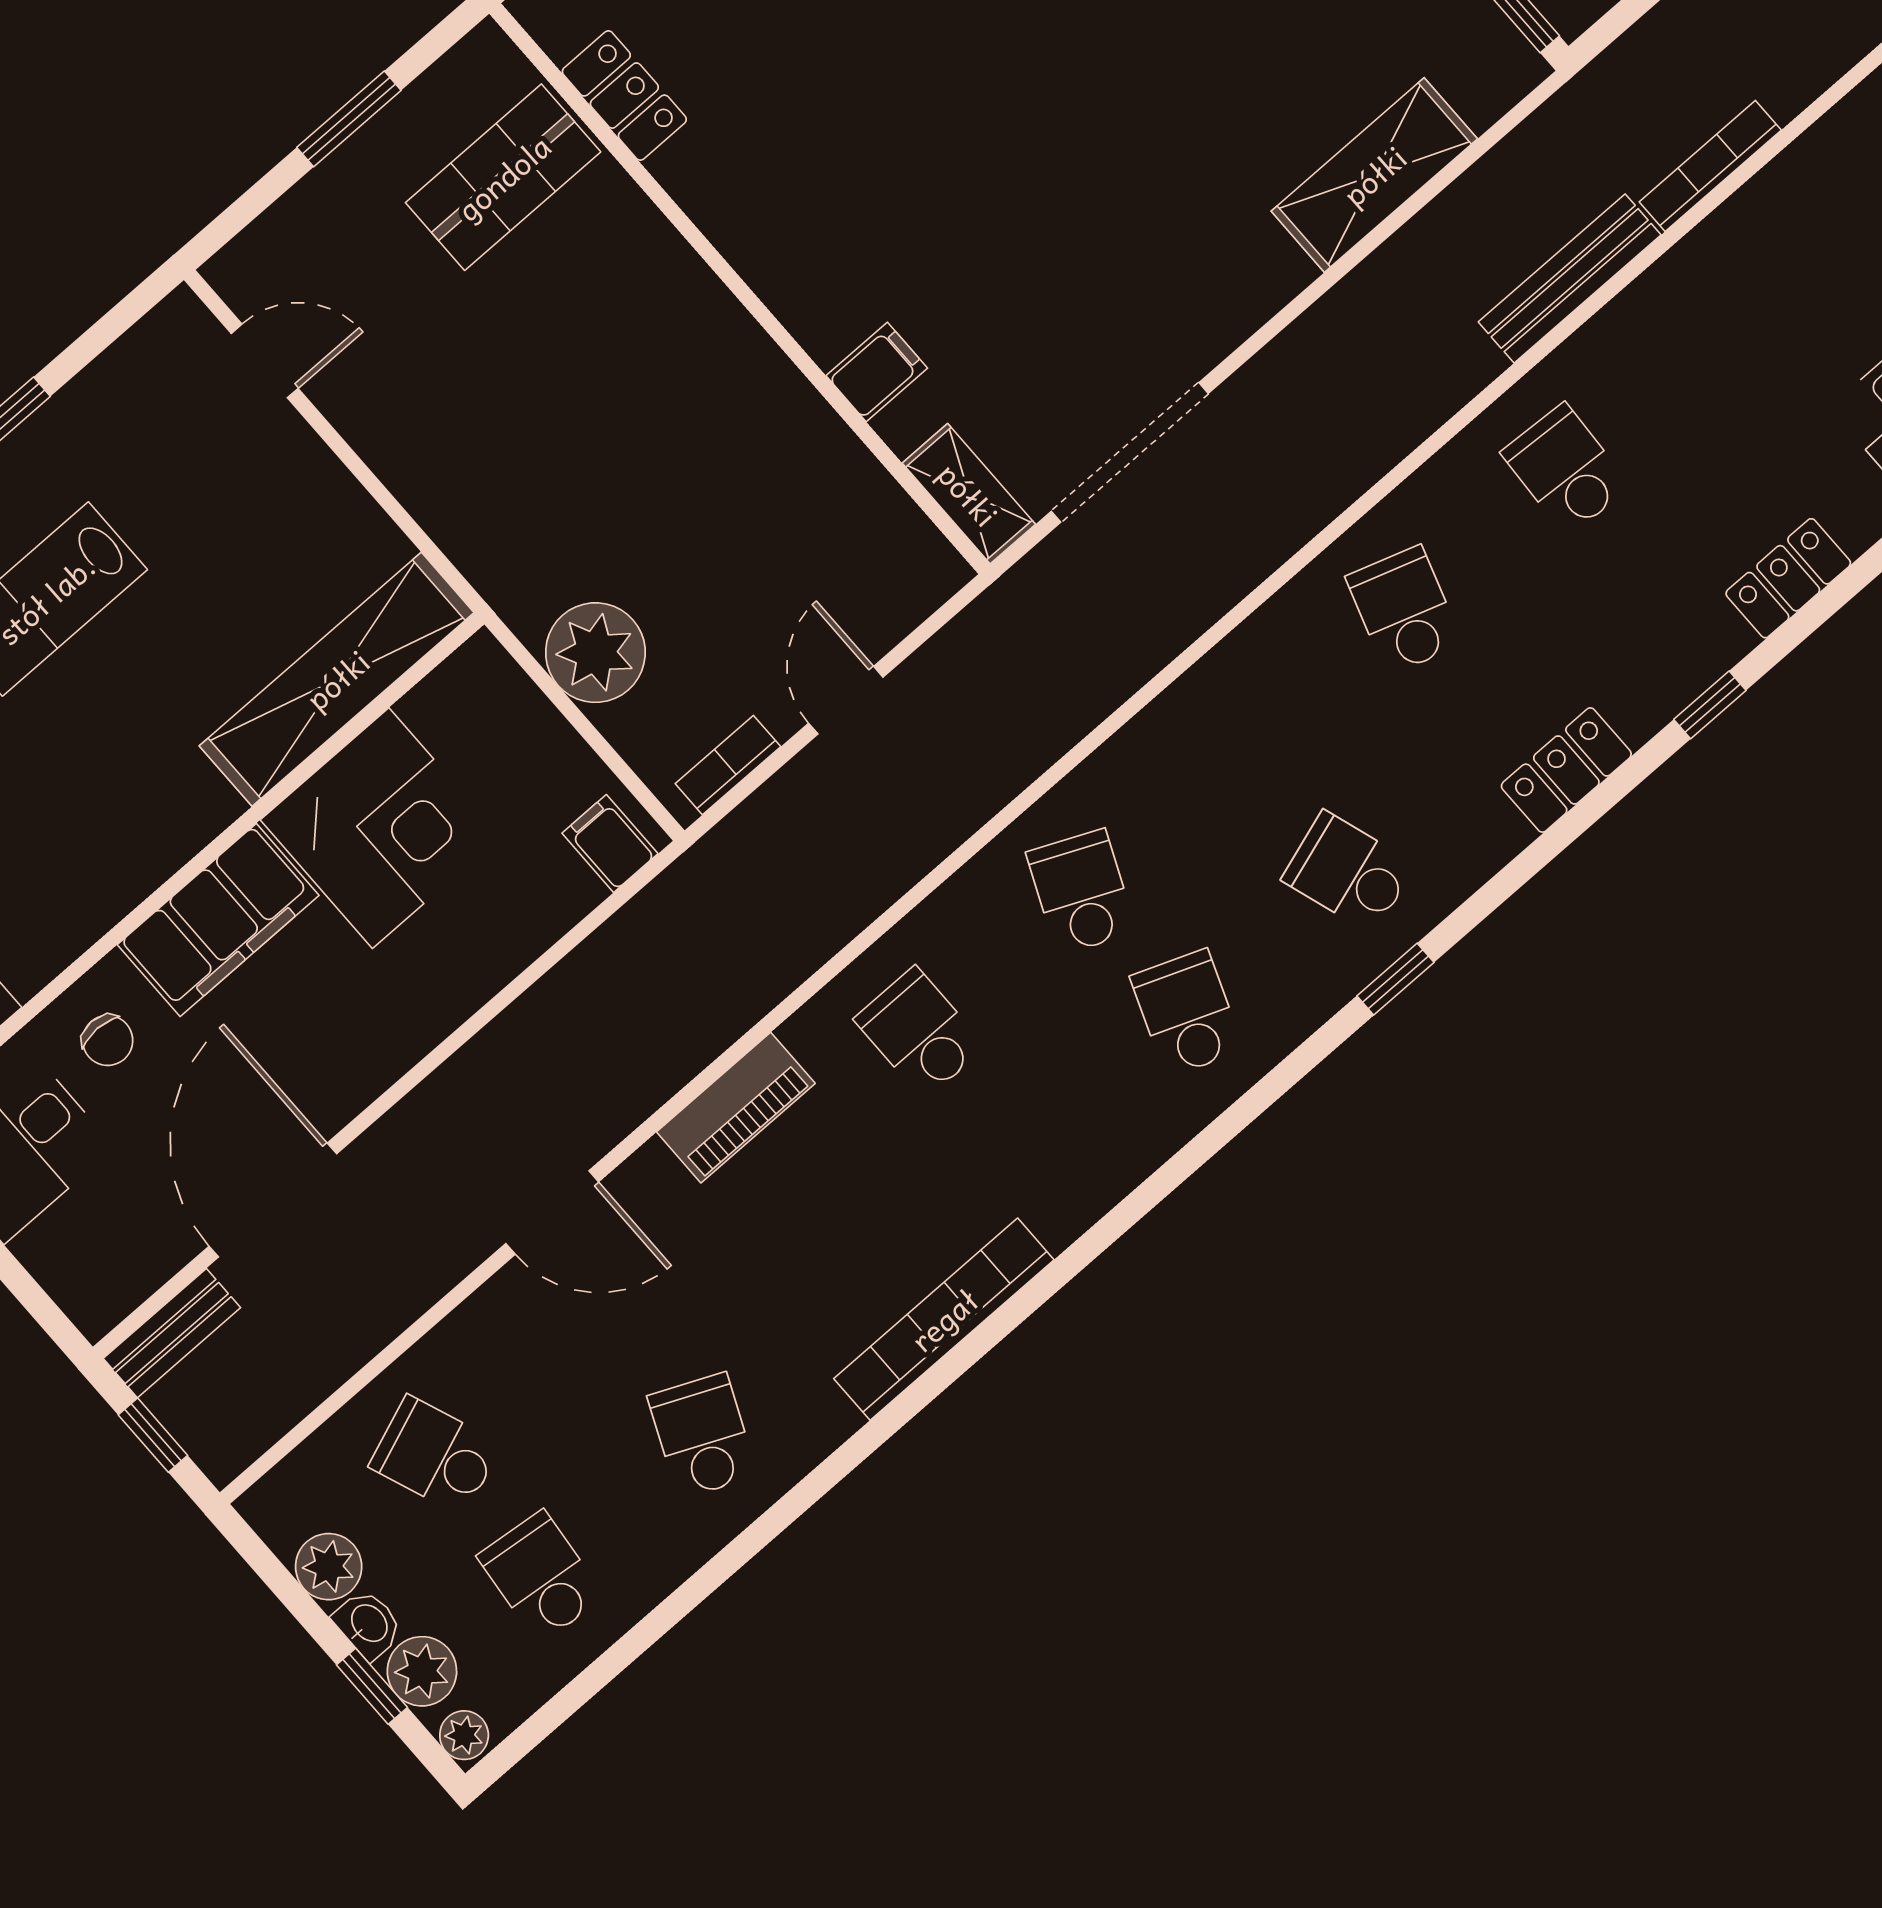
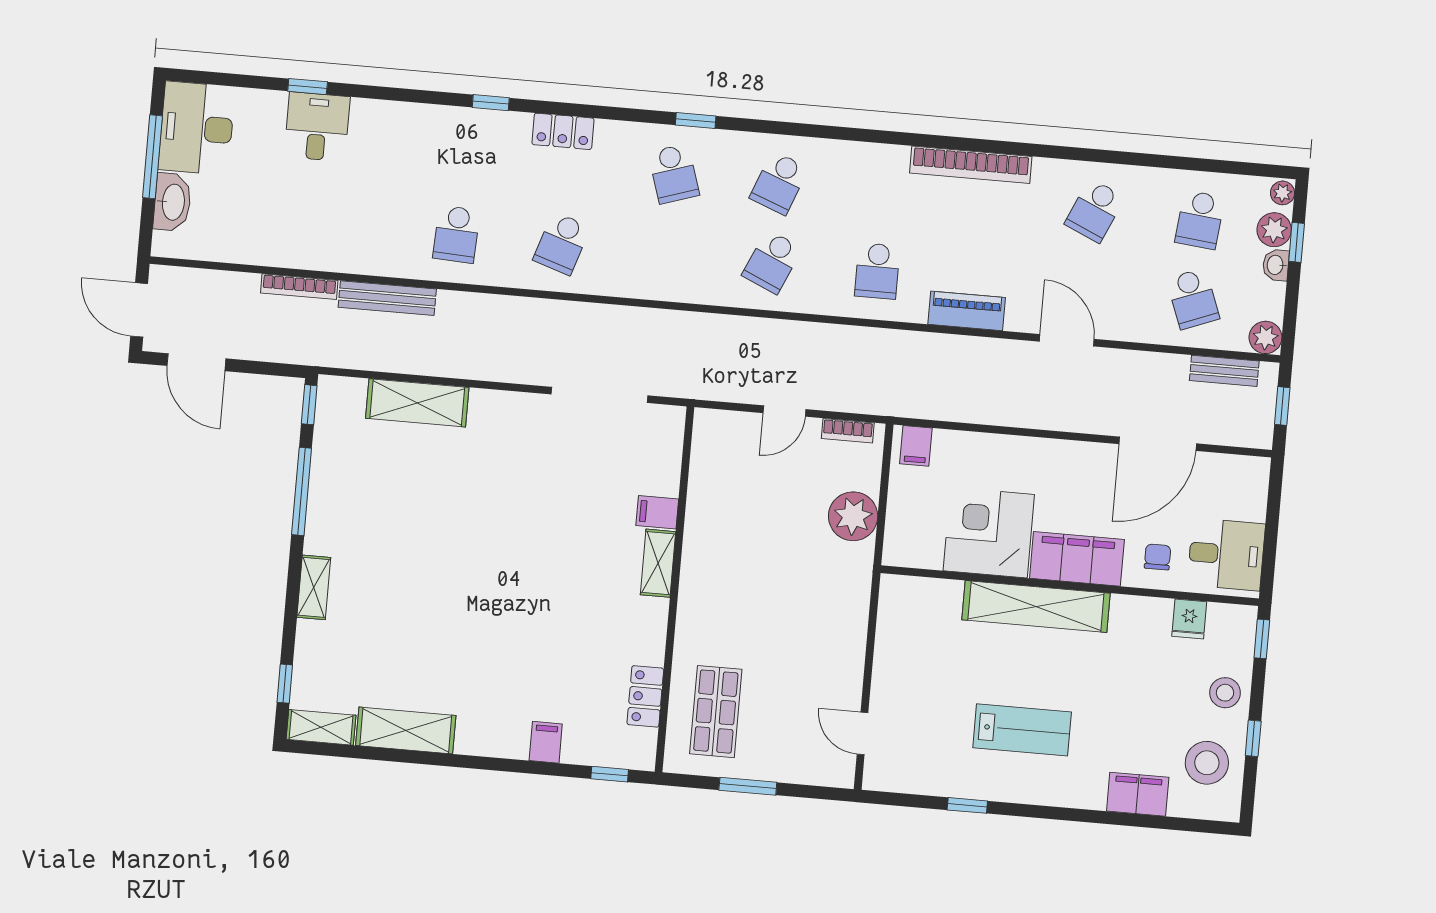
shop shelf: (503, 177) -> (716, 712), turned 90
shelving: (969, 494) -> (658, 563), moved
locker: (1788, 578) -> (419, 118), removed
shelving: (337, 679) -> (1036, 606), moved
bench: (172, 1333) -> (1224, 371), moved
plant: (329, 1567) -> (1265, 337), moved

